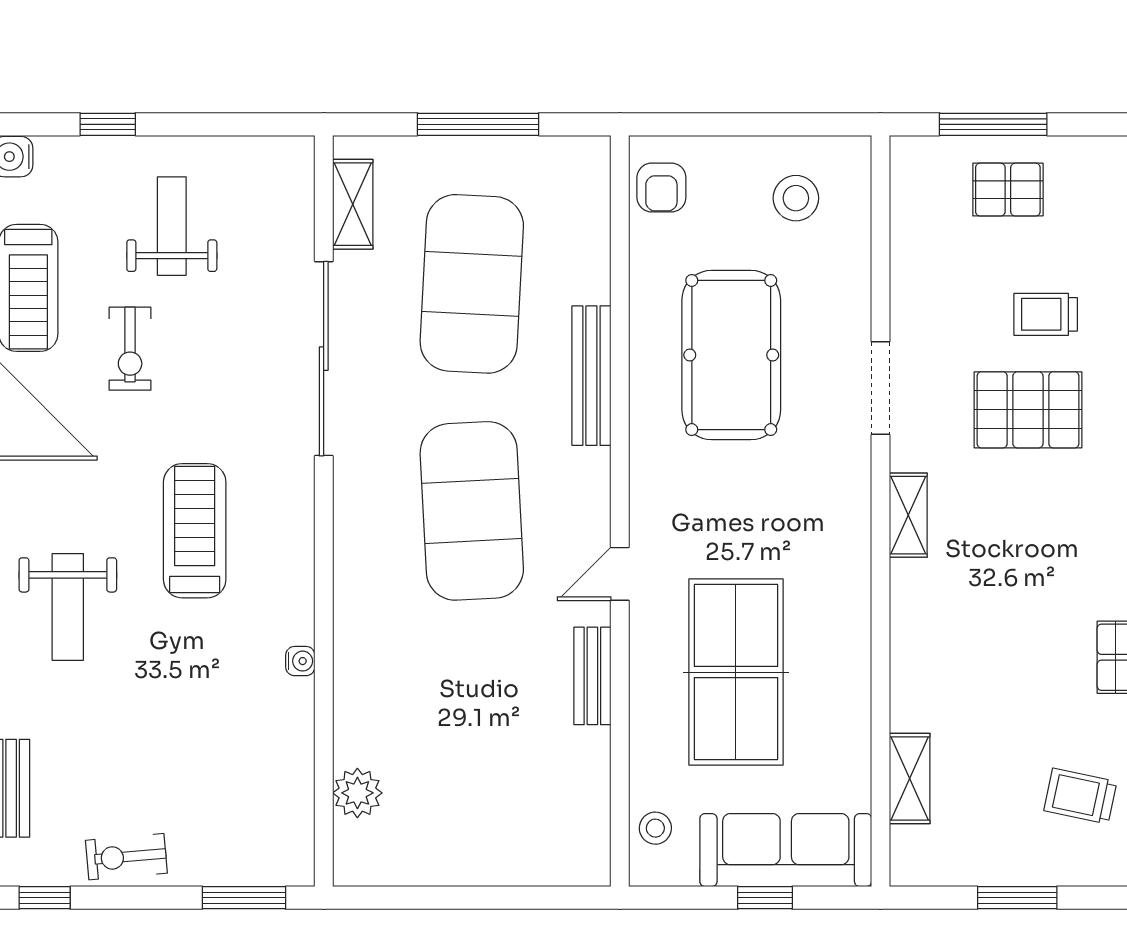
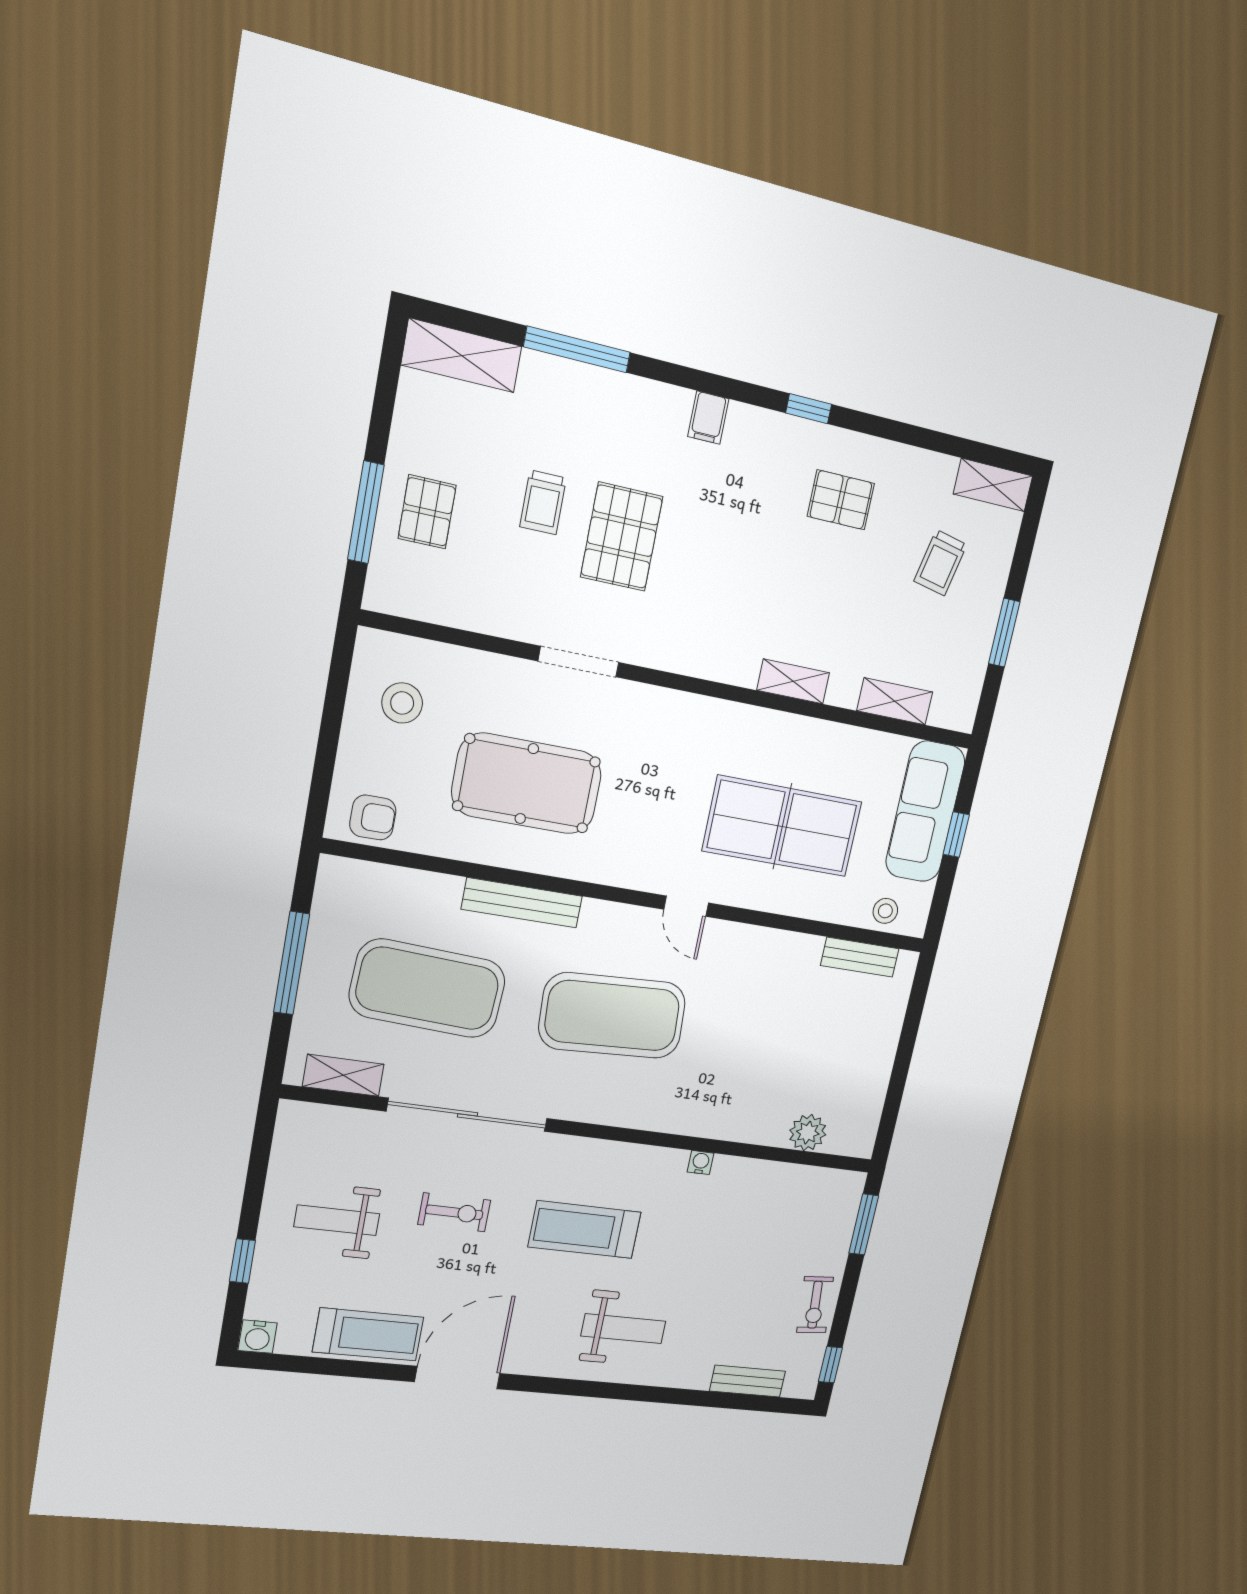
exercise bike: (130, 349) -> (454, 1212), moved
shelving: (908, 515) -> (793, 681), moved
bench: (592, 676) -> (860, 957), moved

